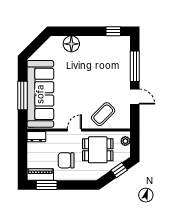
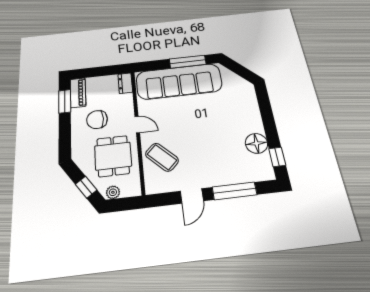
floor lamp: (71, 44) -> (256, 143), moved
window: (22, 96) -> (188, 62), moved
plant: (125, 141) -> (113, 192), moved
chair: (66, 160) -> (97, 119), turned -90

